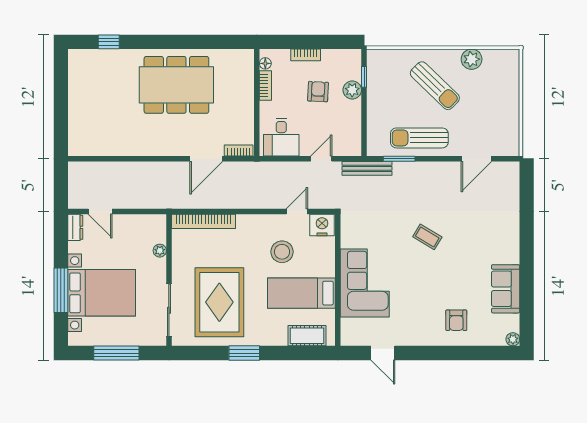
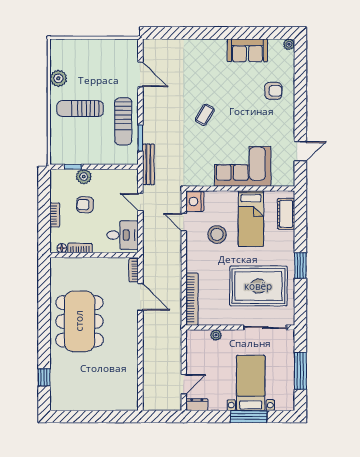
sun lounger: (435, 86) -> (80, 109), turned -134
bed with nightstands: (102, 293) -> (251, 383), width x0.73

